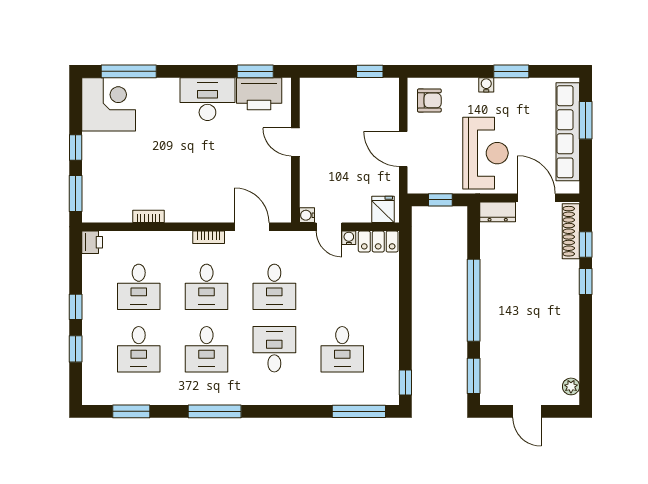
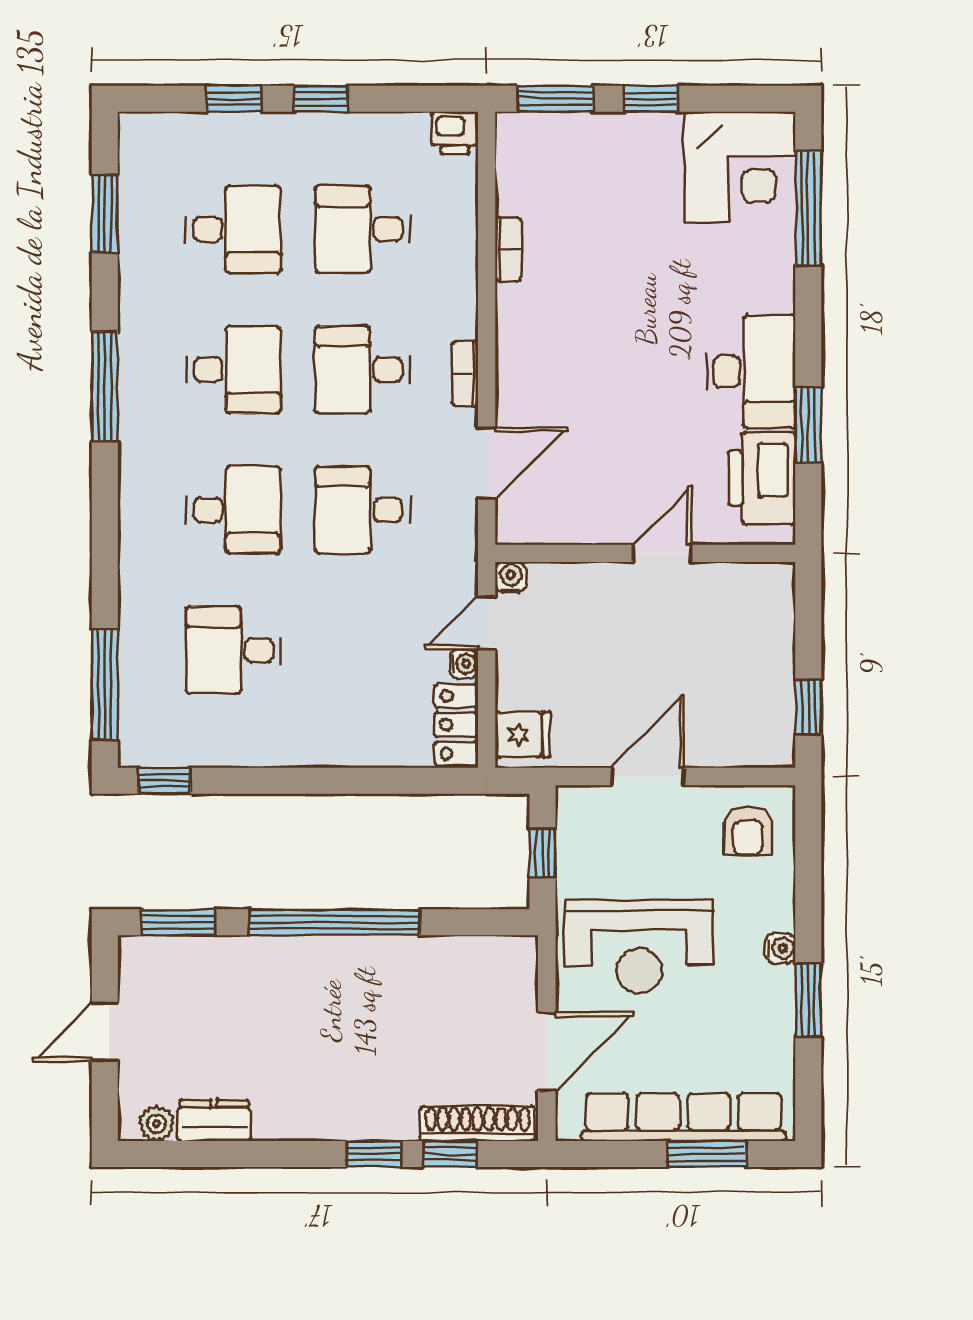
window: (255, 71) -> (808, 425), moved
dresser: (498, 212) -> (214, 1120), moved, turned 90
desk: (139, 349) -> (233, 229), turned 180
desk: (207, 349) -> (233, 370), turned 180

